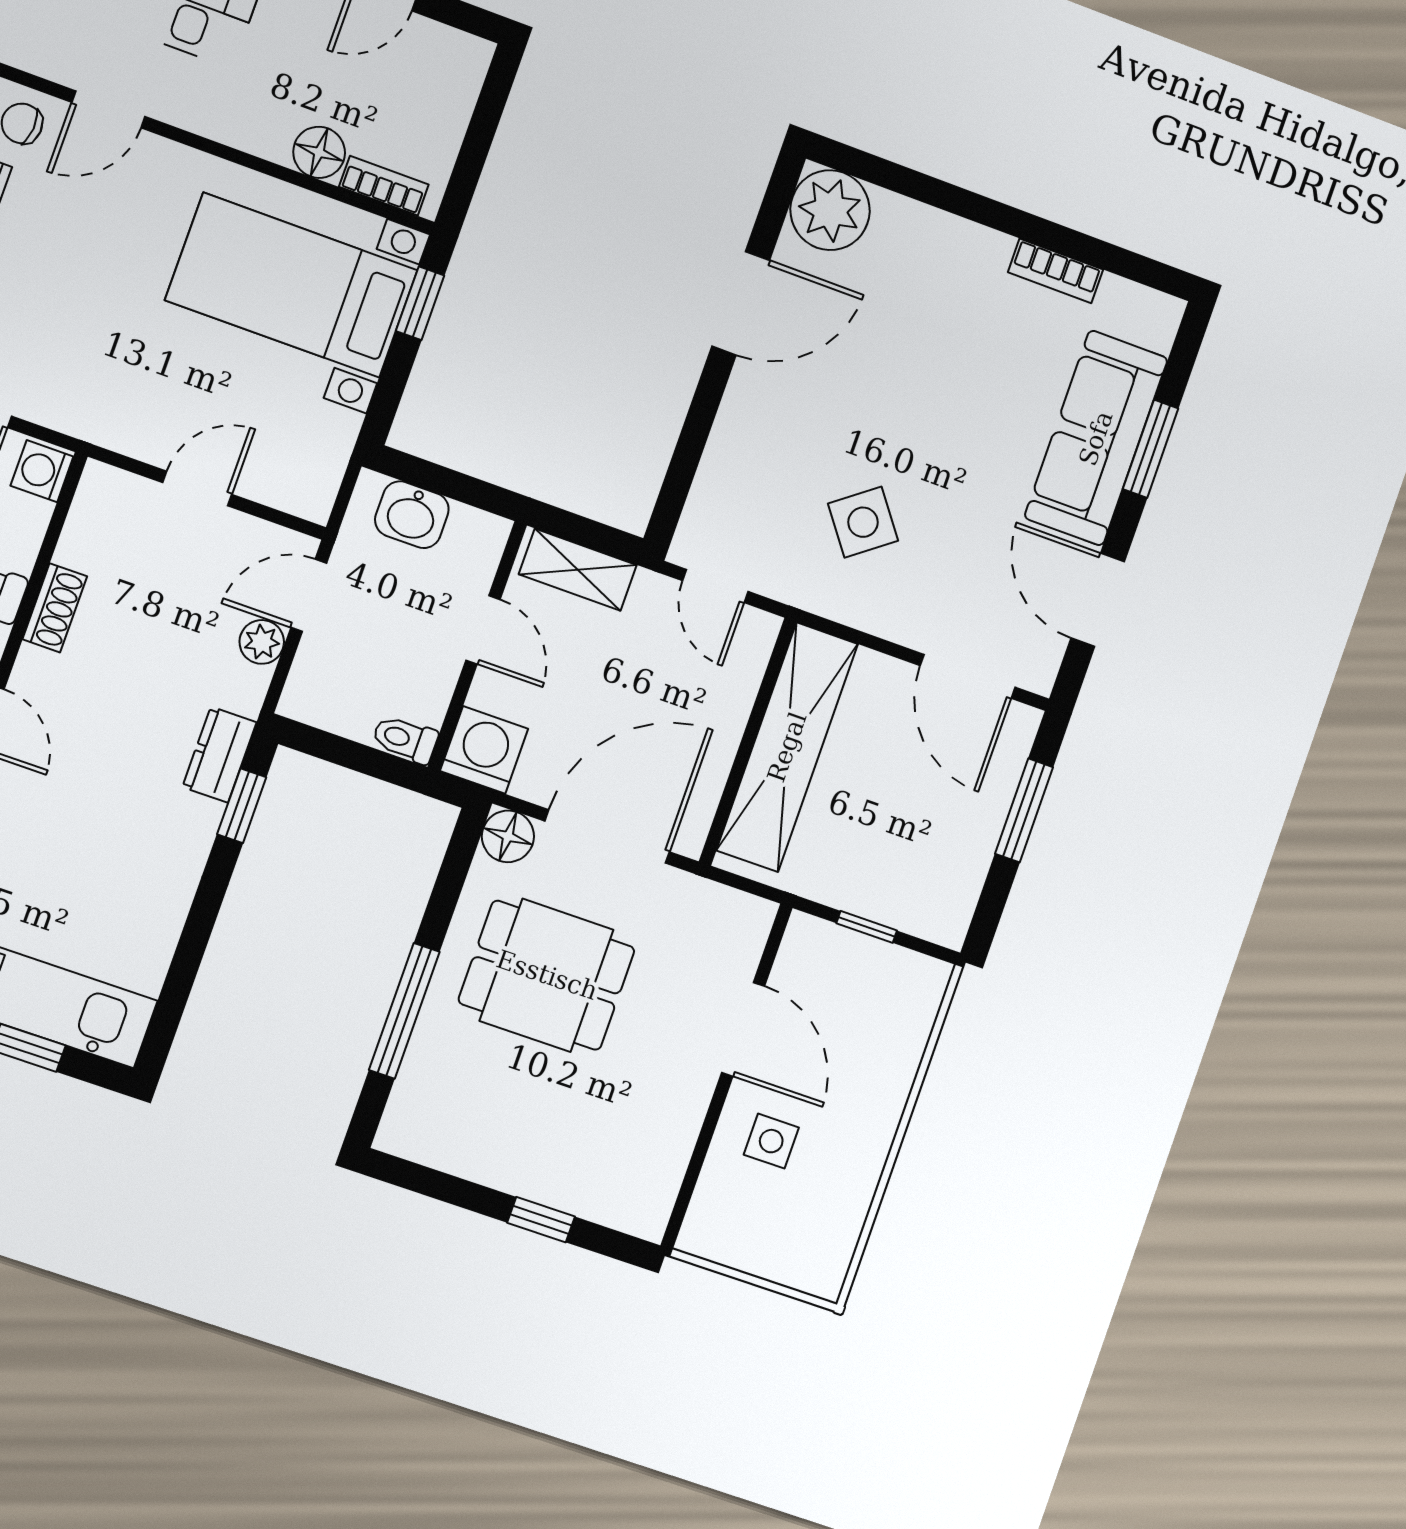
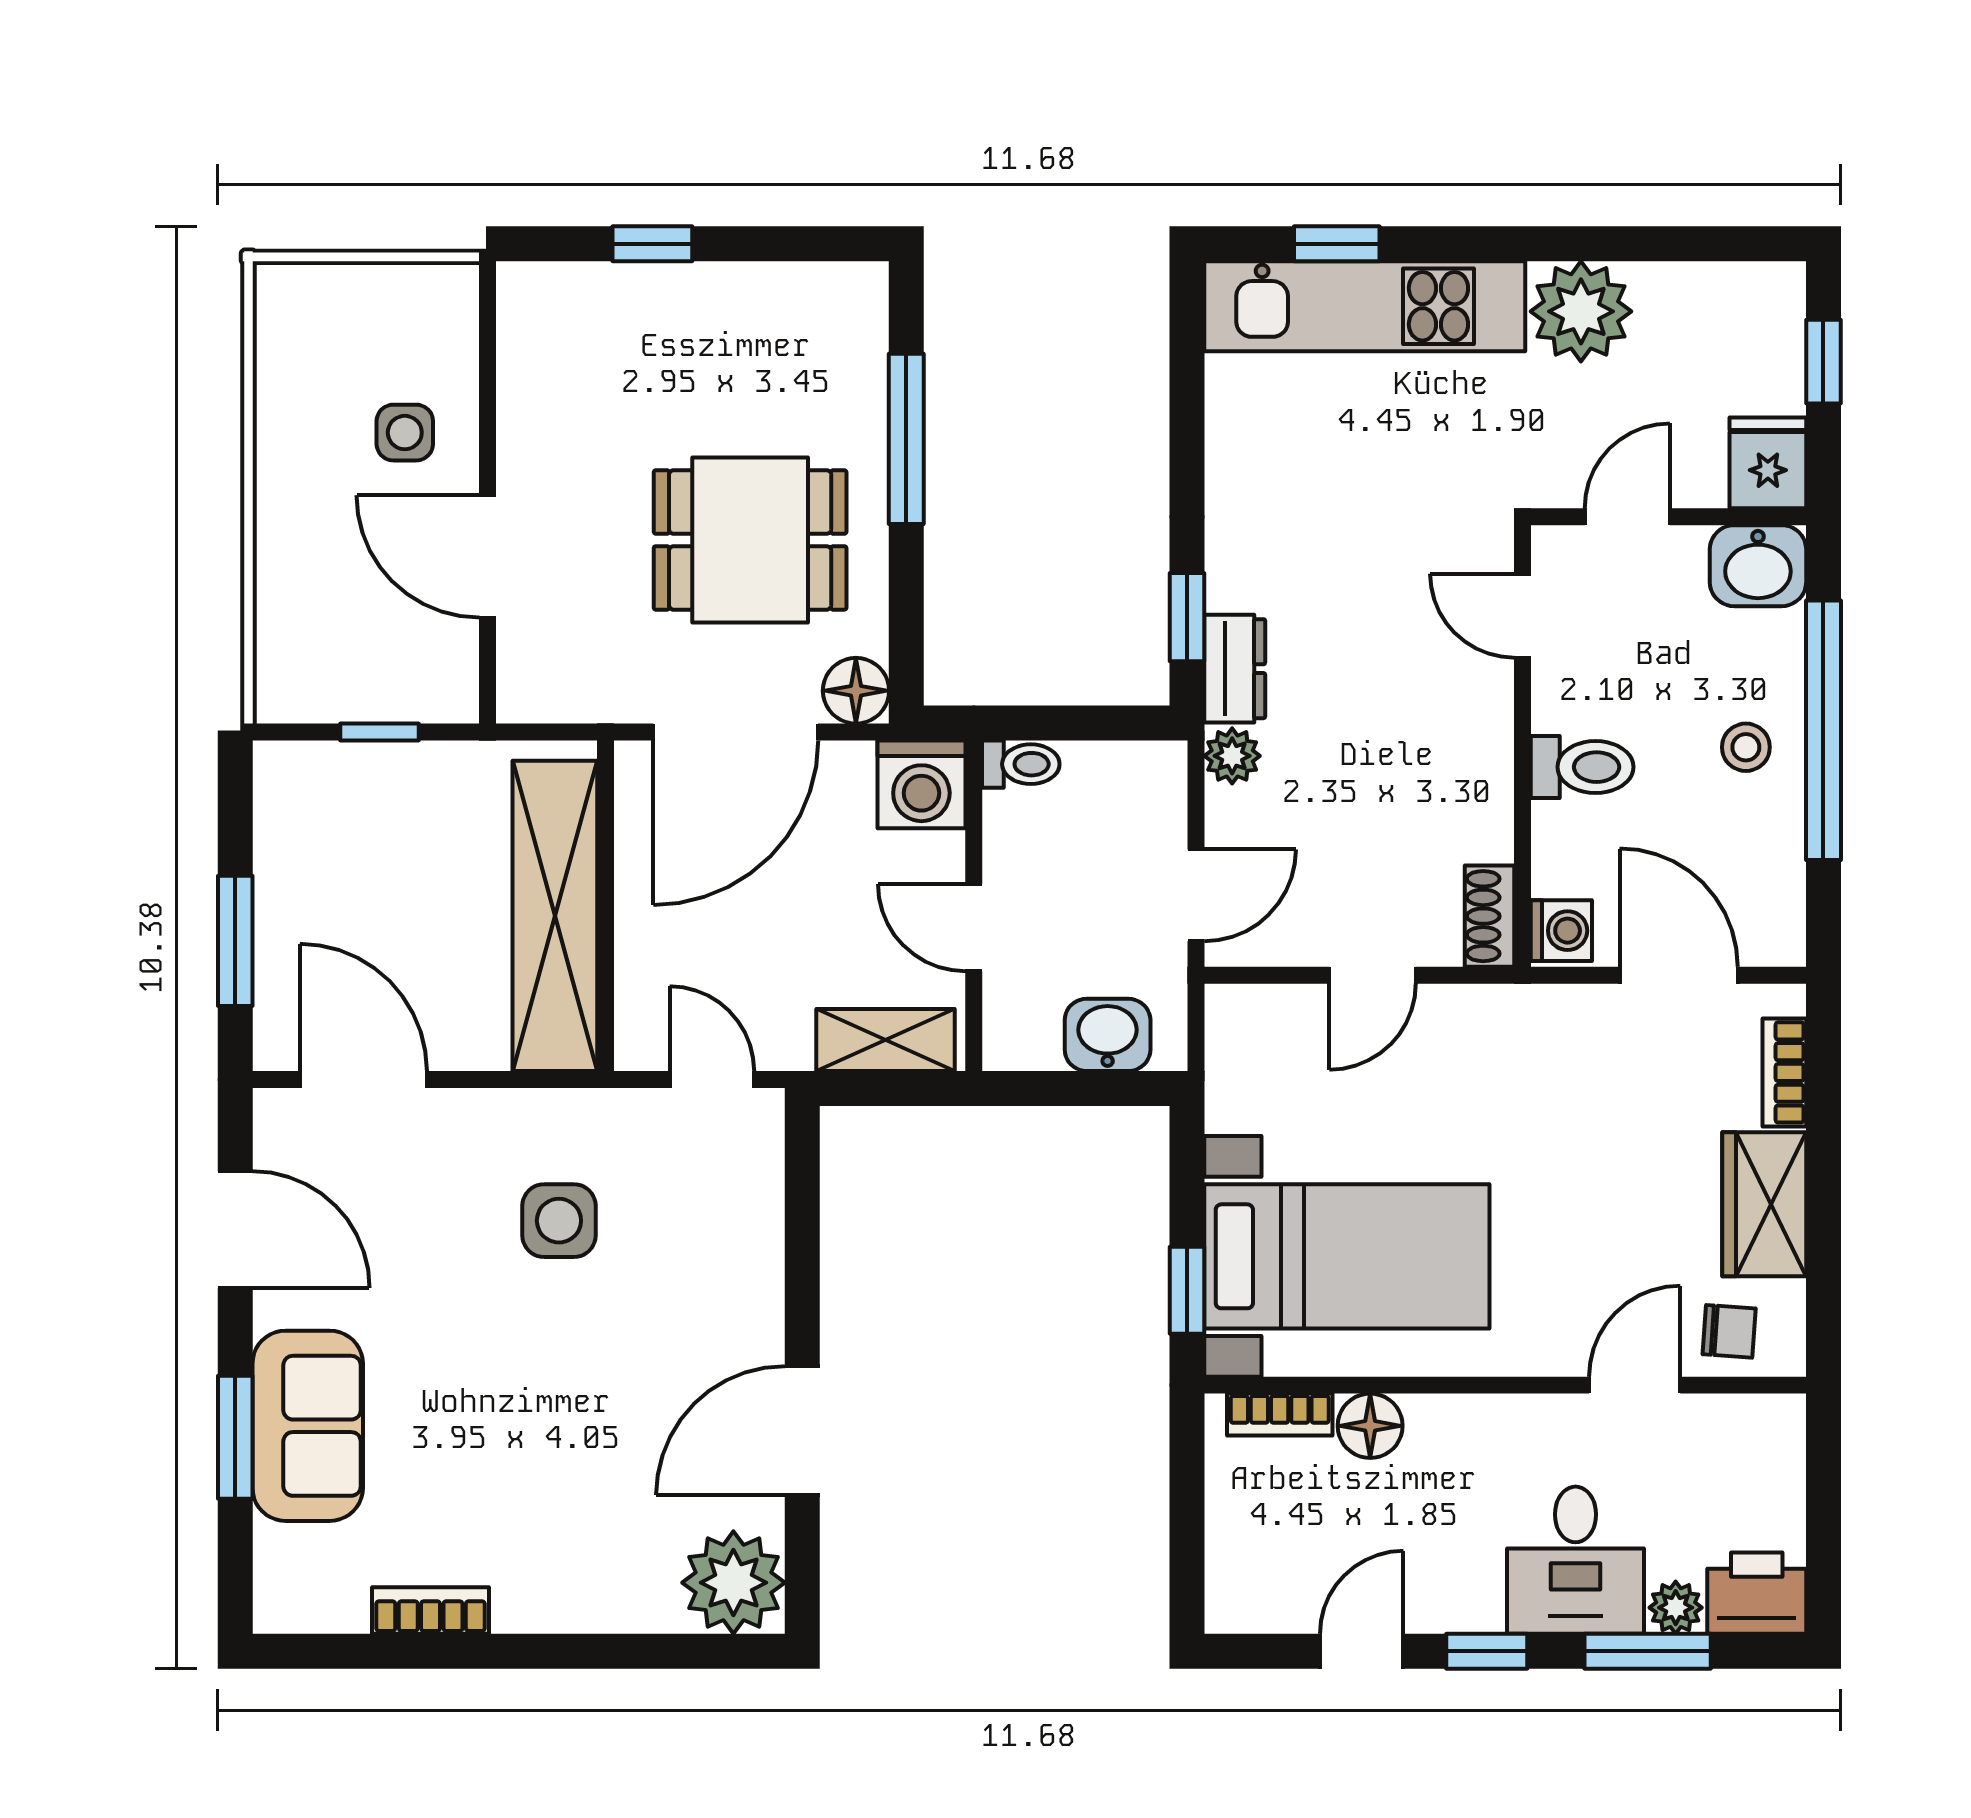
sofa: (1096, 438) -> (308, 1426), width x0.73
side table: (863, 522) -> (559, 1221), turned 37
shoe rack: (55, 608) -> (1490, 916), moved
plant: (262, 642) -> (1232, 756), moved

